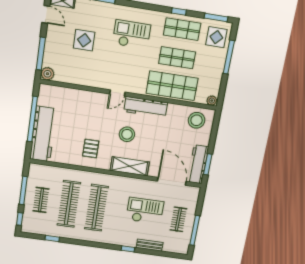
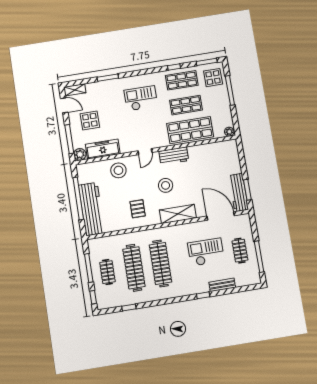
display table: (84, 40) -> (90, 120), moved
freezer: (73, 76) -> (103, 149), added
workbench: (146, 107) -> (174, 156), width x0.73
stool: (197, 120) -> (118, 170), moved

